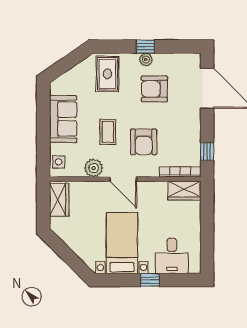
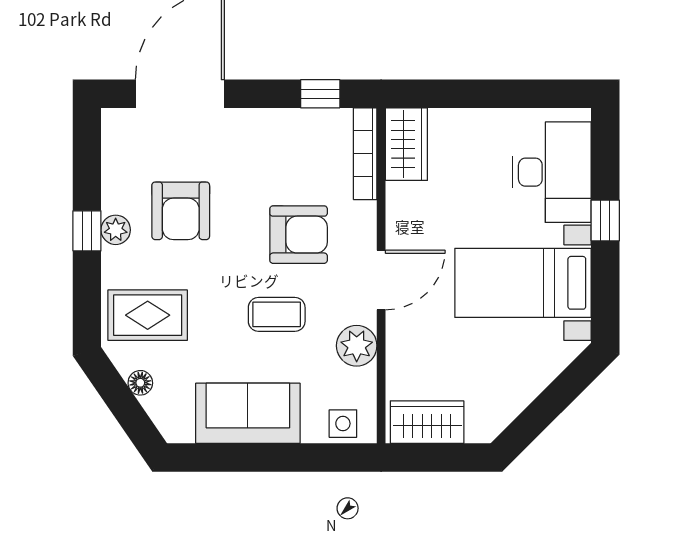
floor lamp: (77, 71) -> (140, 383), added
desk: (172, 256) -> (552, 172), width x1.37

